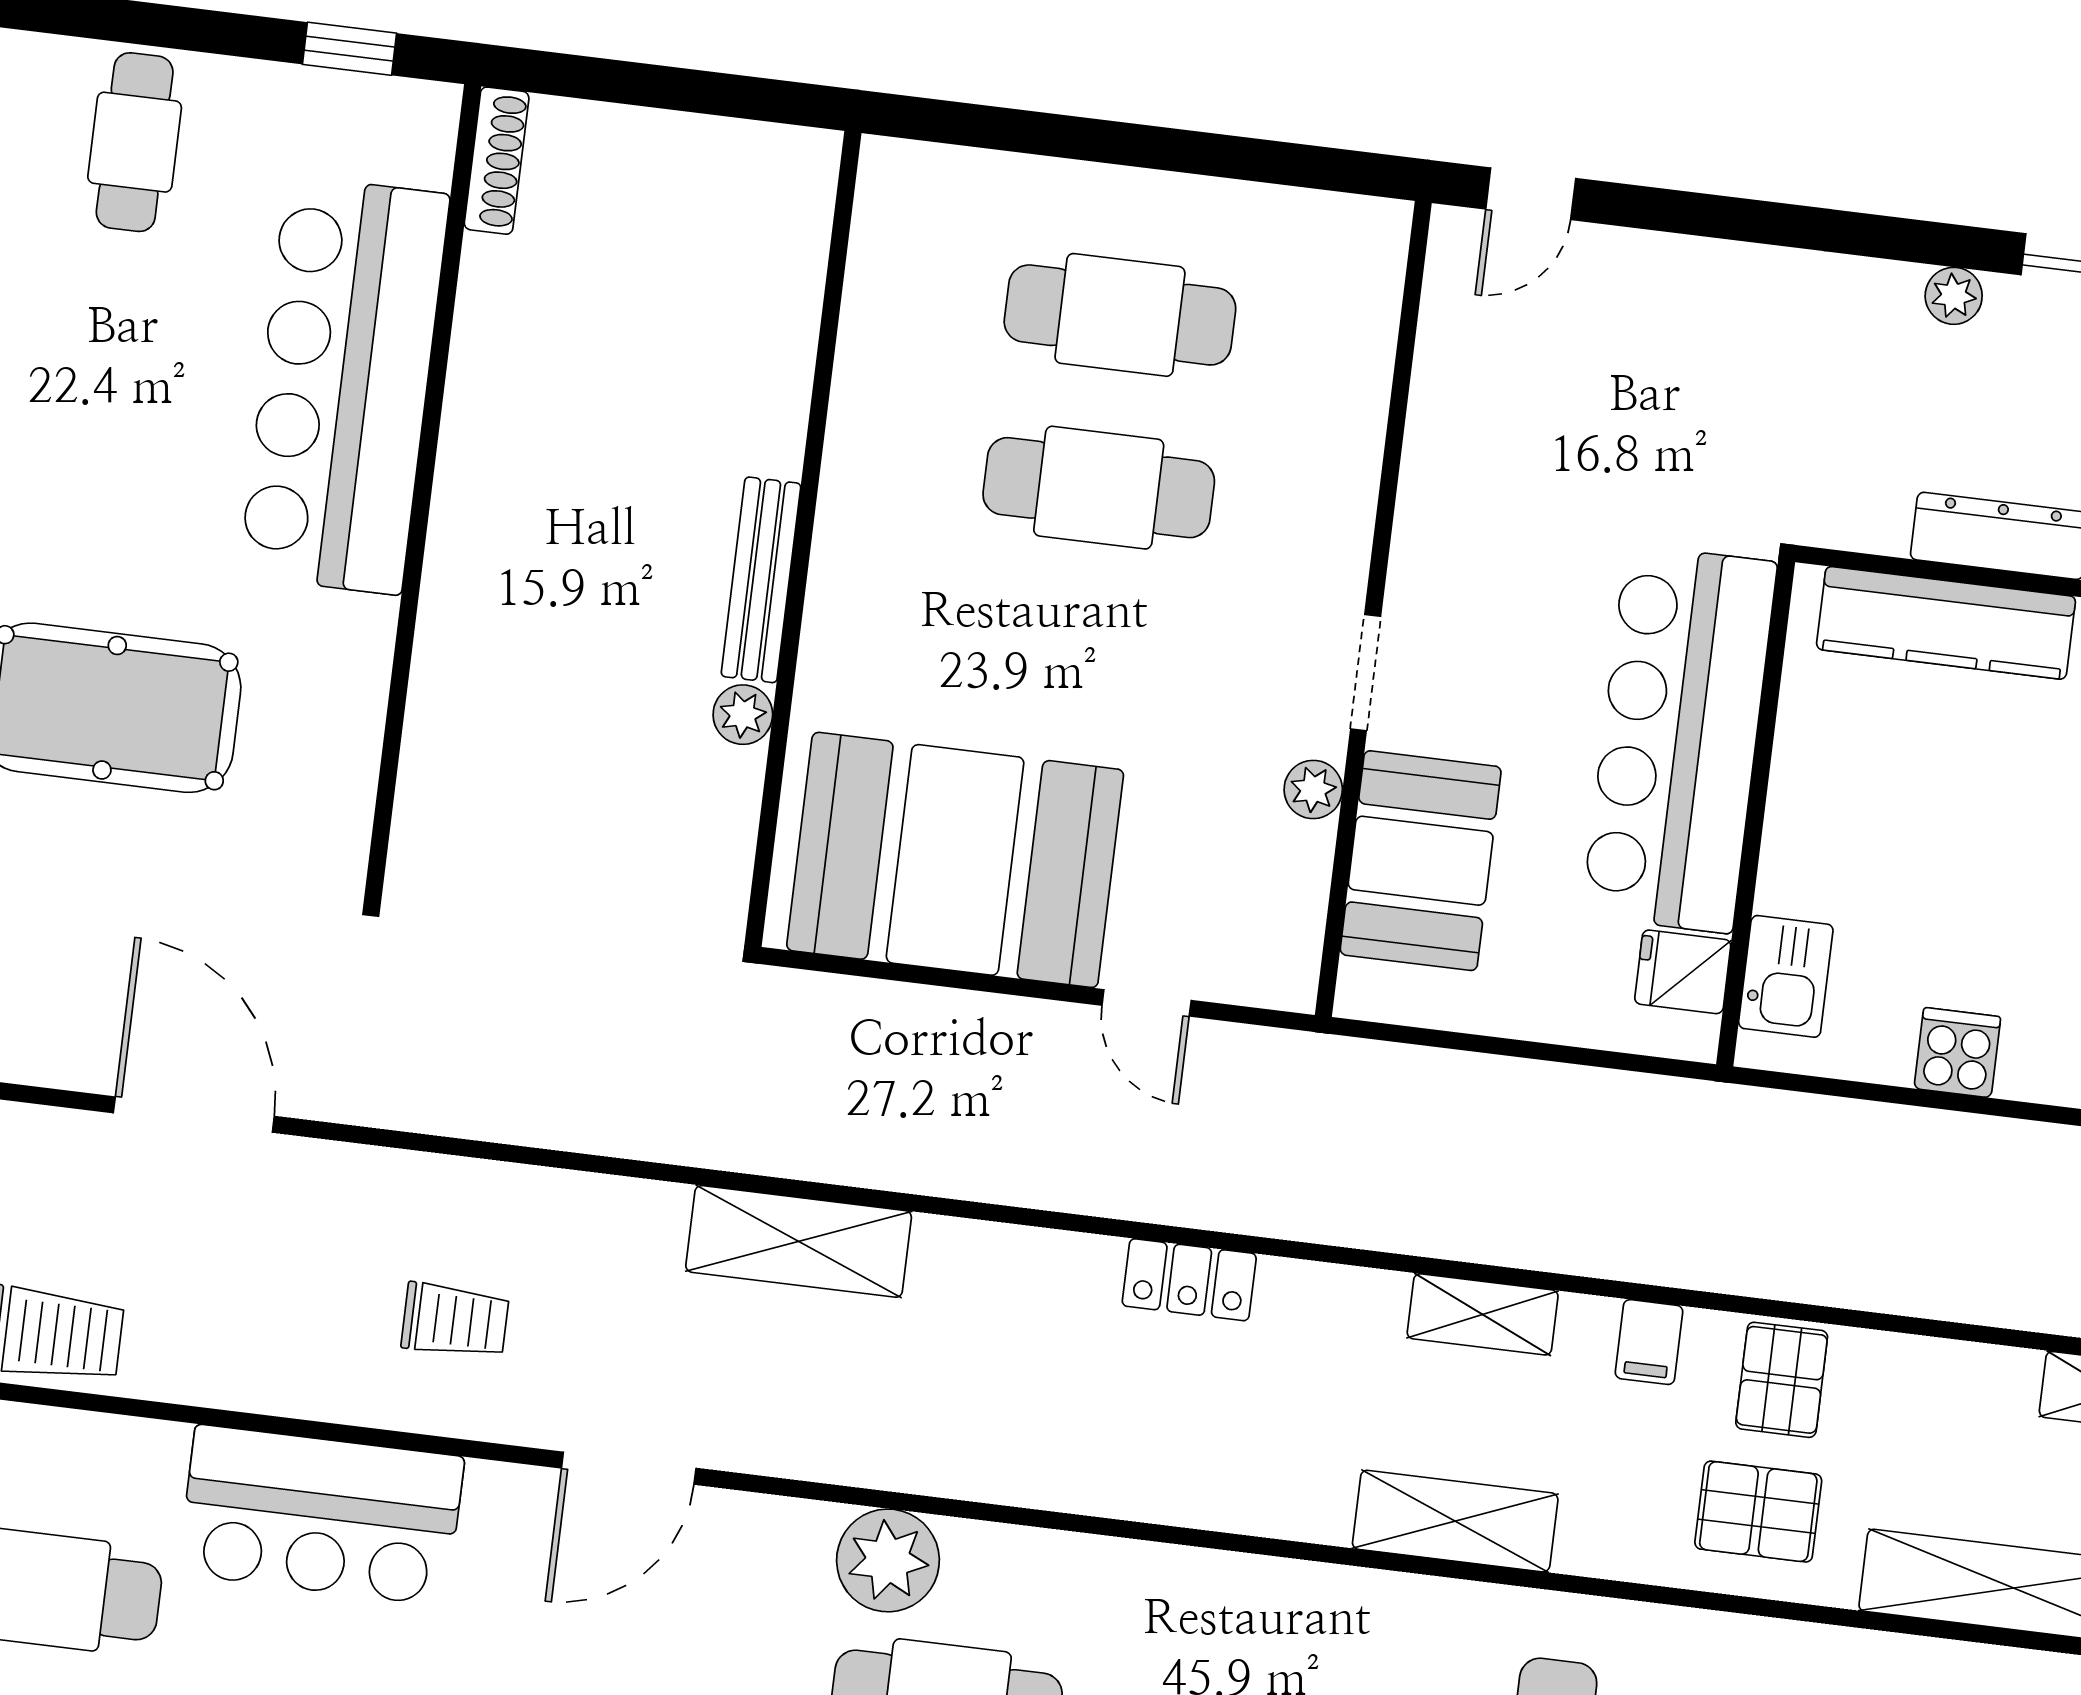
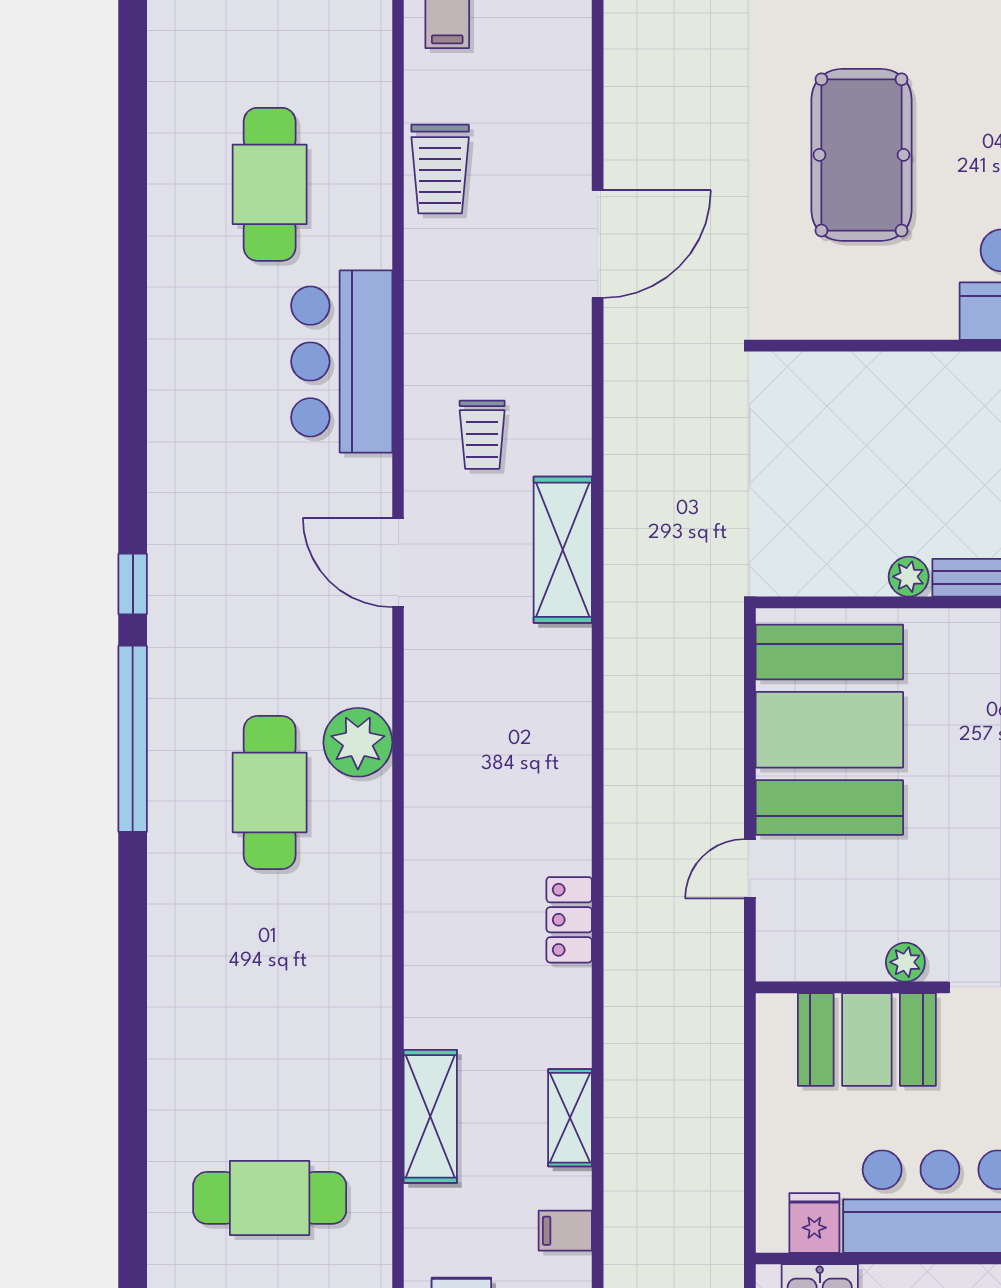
shelving: (799, 1241) -> (563, 550), moved

